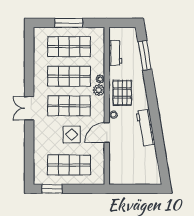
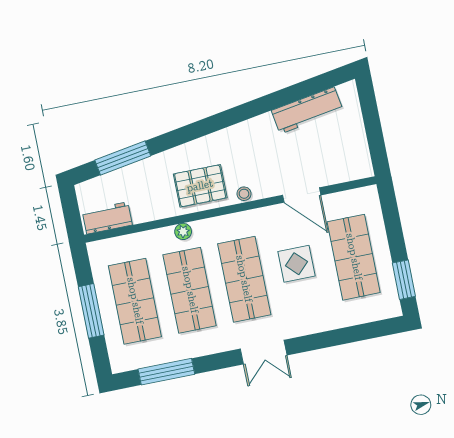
workbench: (115, 53) -> (107, 218), moved
window: (29, 56) -> (166, 372), added
plant: (99, 90) -> (204, 230), removed
workbench: (146, 128) -> (307, 110), moved
door: (107, 133) -> (302, 195), moved

